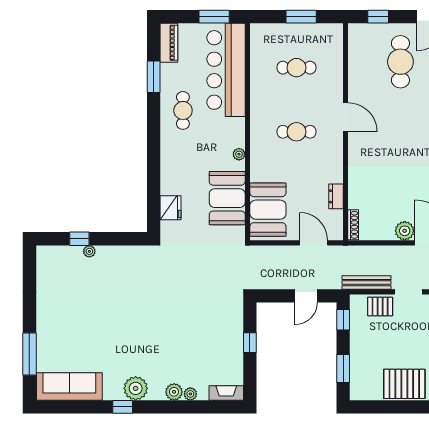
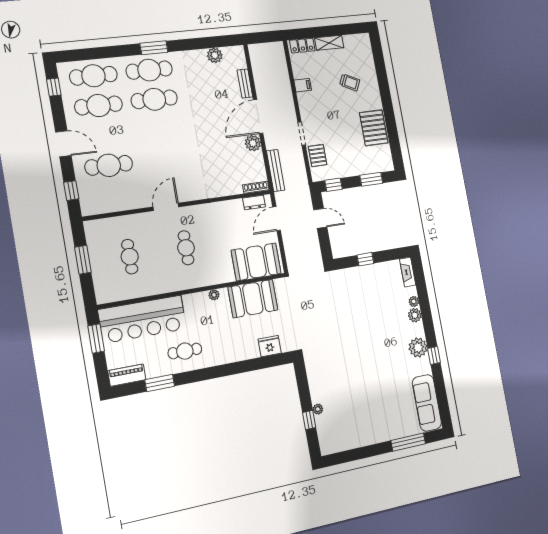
dresser: (336, 196) -> (254, 202), moved
bench: (366, 283) -> (276, 170), moved

